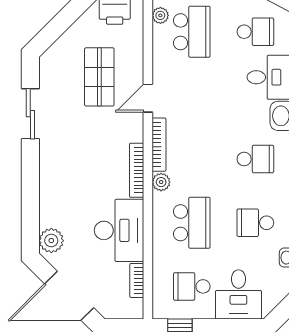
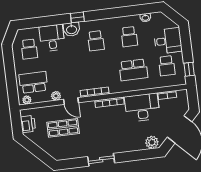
school desk: (255, 32) -> (29, 49), turned 180
sliding door: (30, 114) -> (101, 160), moved
school desk: (255, 159) -> (96, 41), turned 180
plant: (161, 182) -> (56, 96), moved
school desk: (192, 223) -> (133, 70), turned 180

